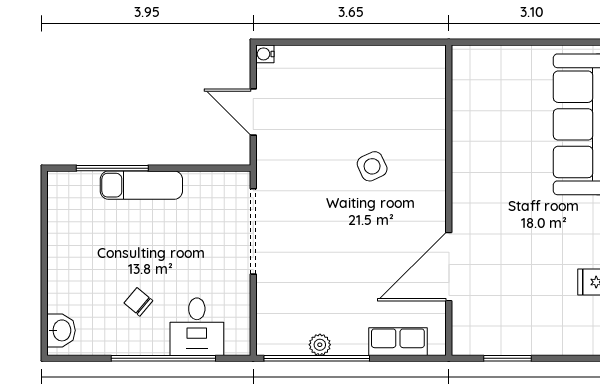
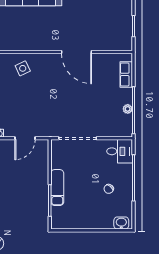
side table: (372, 166) -> (23, 68), moved
door: (449, 267) -> (76, 52), moved
desk: (197, 327) -> (120, 151), moved

